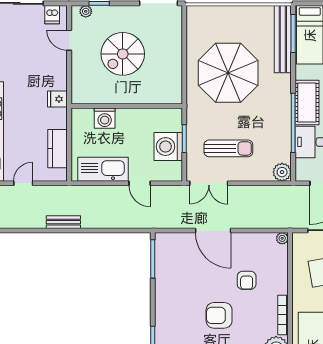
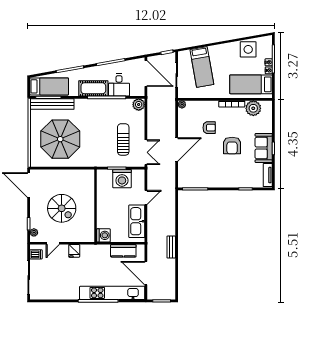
parasol: (228, 73) -> (60, 139), moved
fridge: (57, 99) -> (74, 251), moved
washing machine: (105, 118) -> (103, 235), moved
door: (23, 183) -> (146, 273), width x1.87

